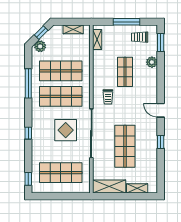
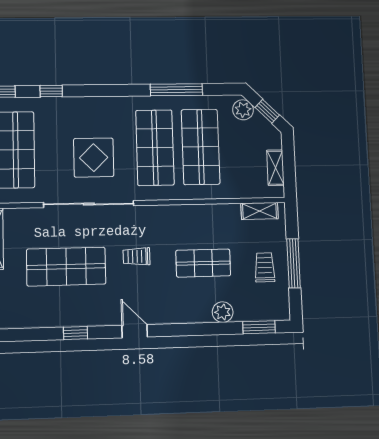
trolley: (140, 37) -> (265, 267), moved
trolley: (108, 97) -> (137, 256), moved
door: (161, 110) -> (135, 331), hinge flipped
window: (28, 133) -> (51, 91), moved

